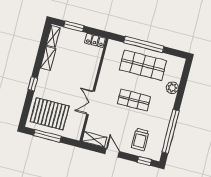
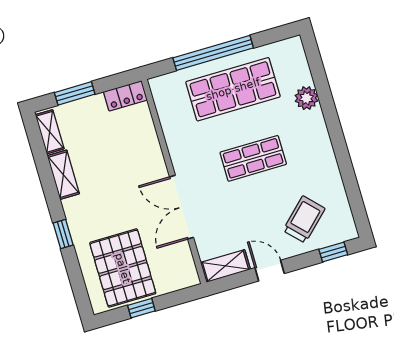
double door: (91, 103) -> (182, 207), width x1.37
pallet: (50, 114) -> (123, 268), turned 90
window: (171, 131) -> (348, 175), removed
window: (47, 136) -> (141, 308), width x0.46
trolley: (140, 139) -> (304, 219), turned -134

